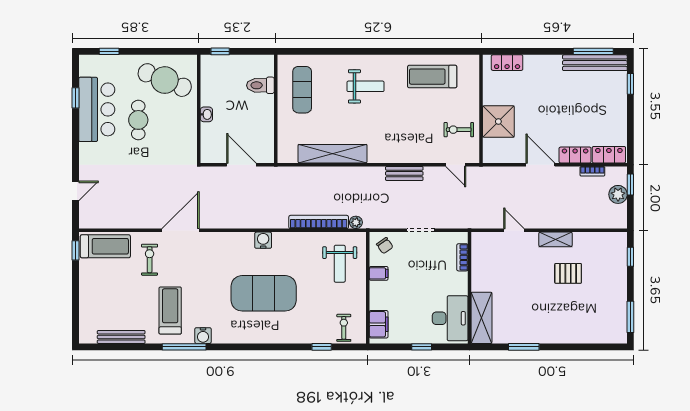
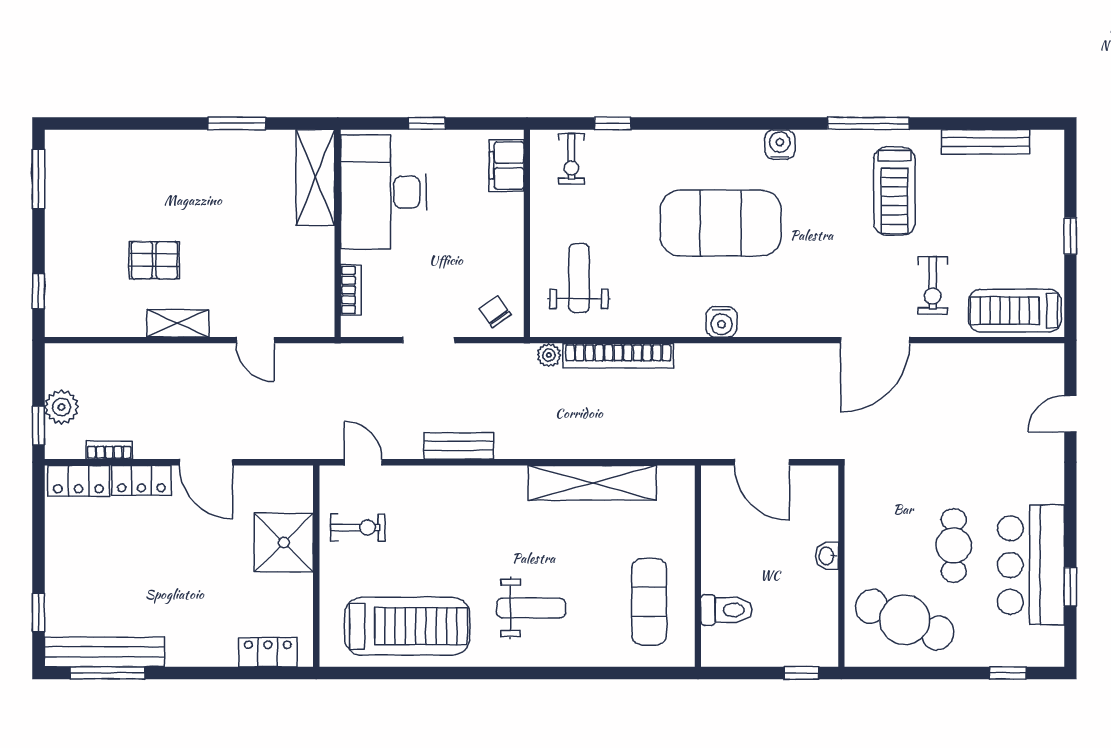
treadmill: (432, 77) -> (407, 626), width x1.37, depth x1.38
weight bench: (365, 86) -> (531, 608), turned 180
window: (76, 250) -> (1070, 236), moved
filing cabinet: (379, 273) -> (507, 260), removed
desk: (450, 318) -> (384, 192), width x1.36, depth x1.30
water cooler: (203, 336) -> (780, 144), moved

